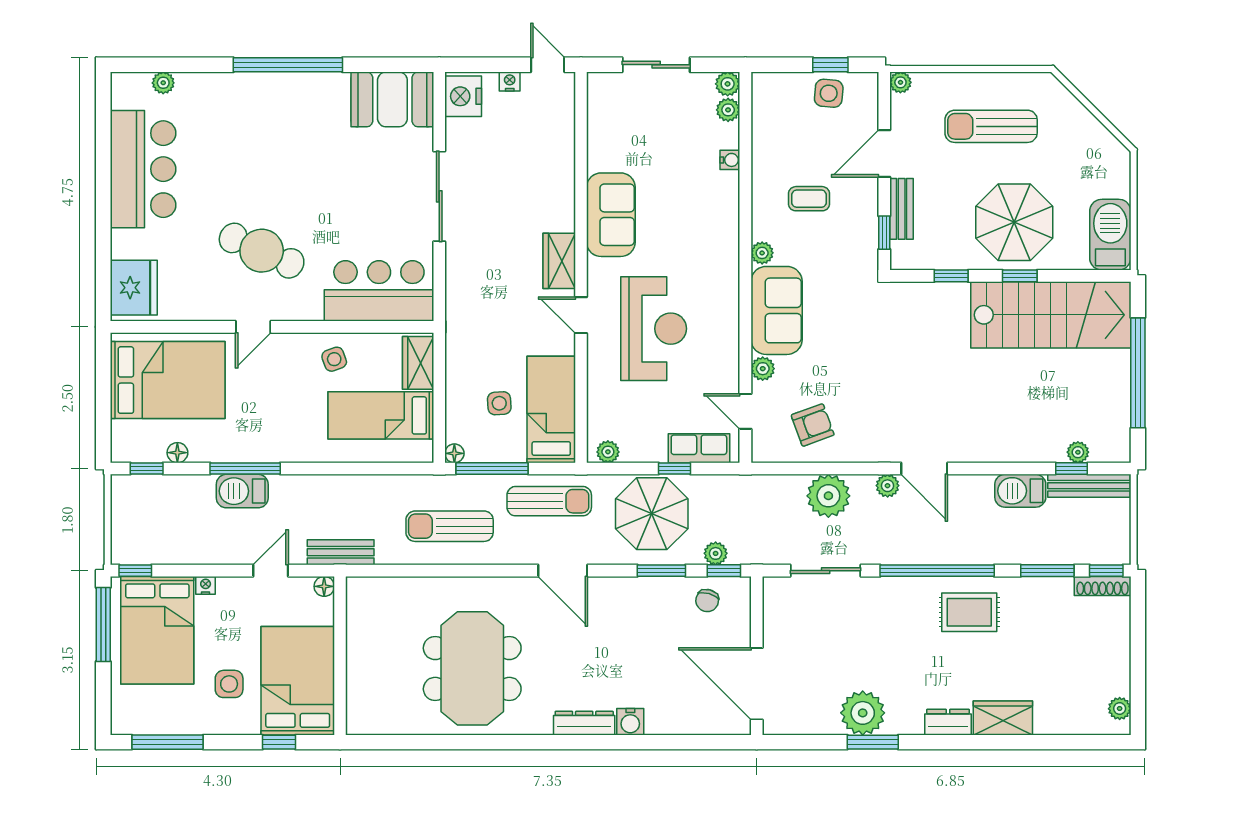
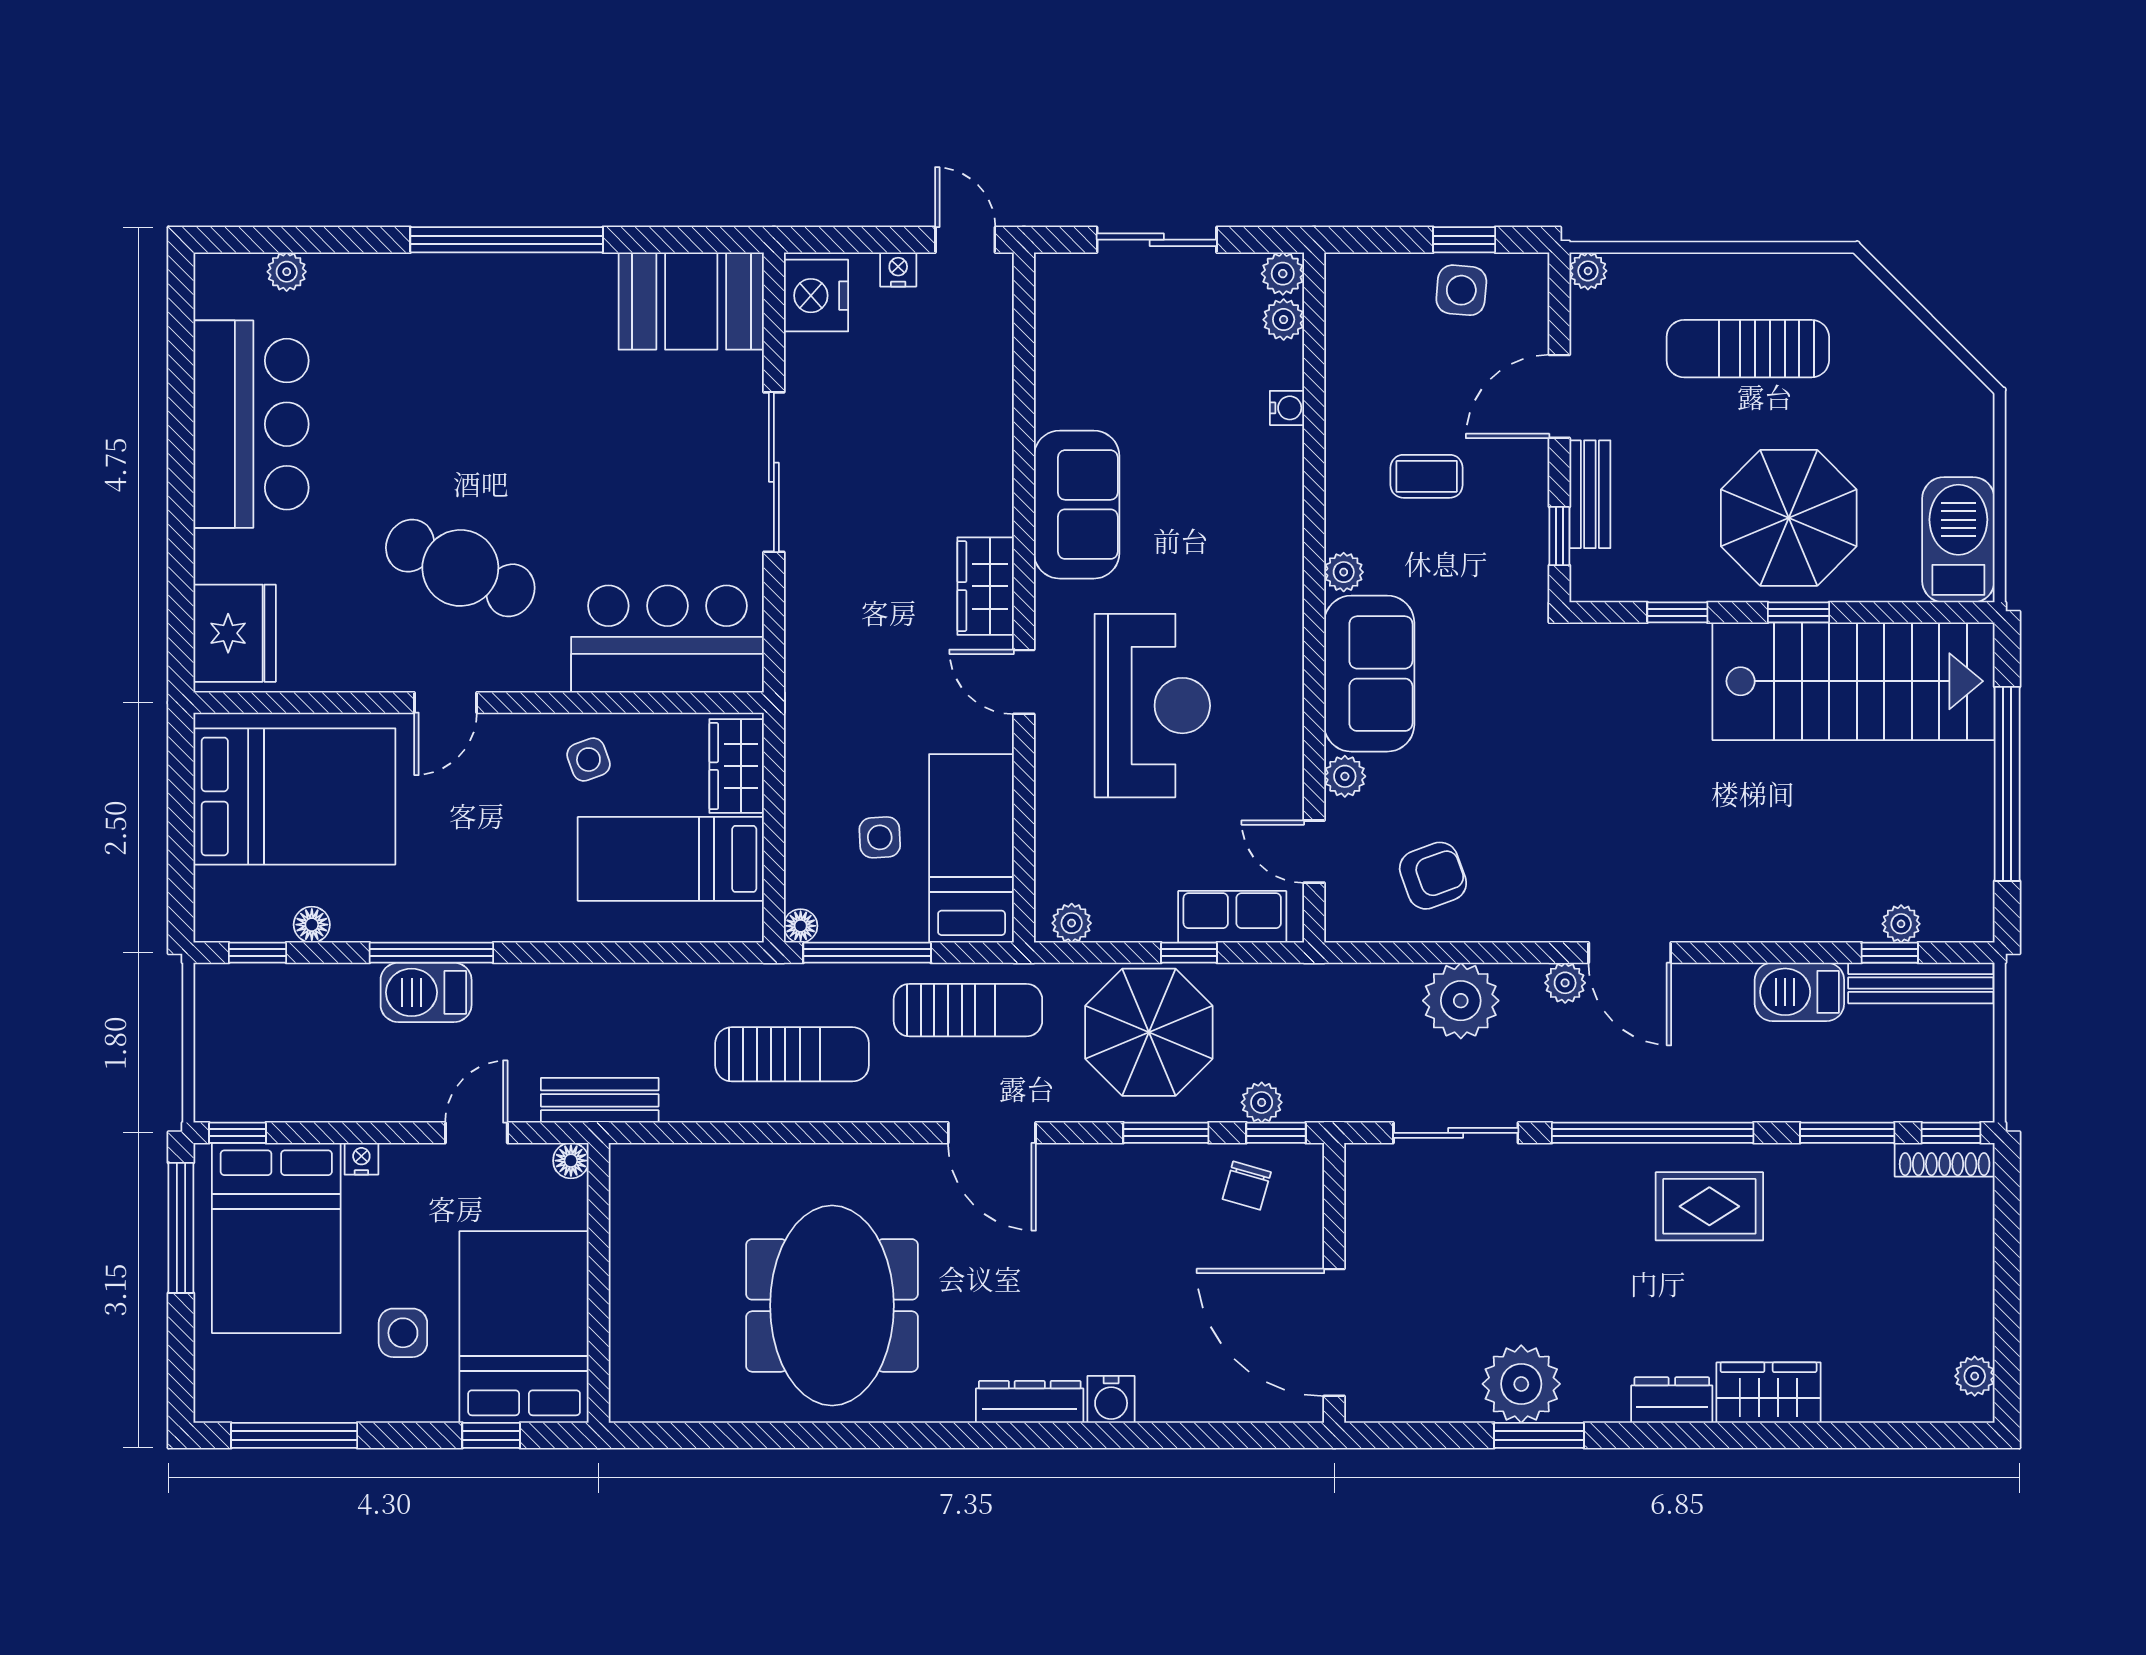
sun lounger: (450, 526) -> (792, 1054), turned 180

